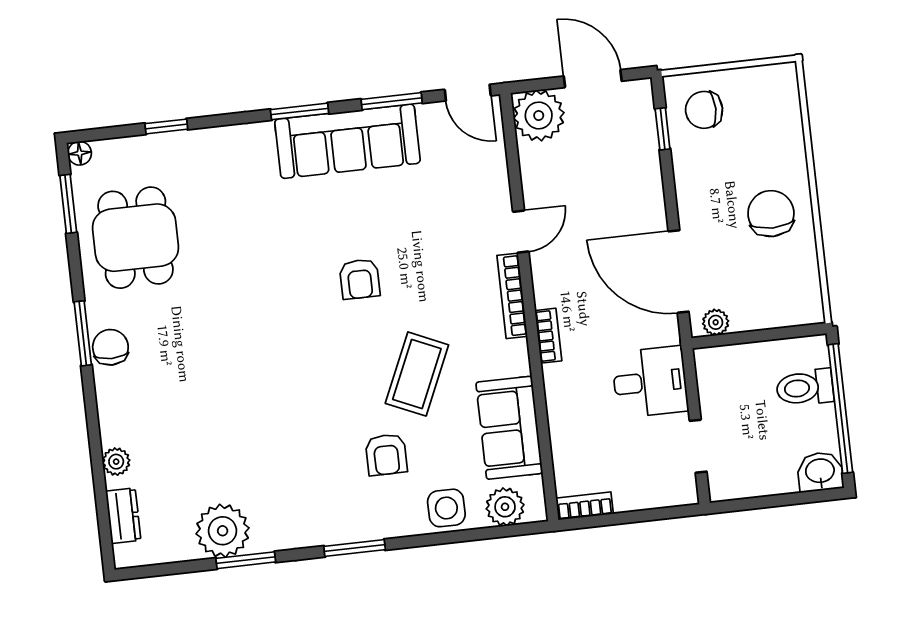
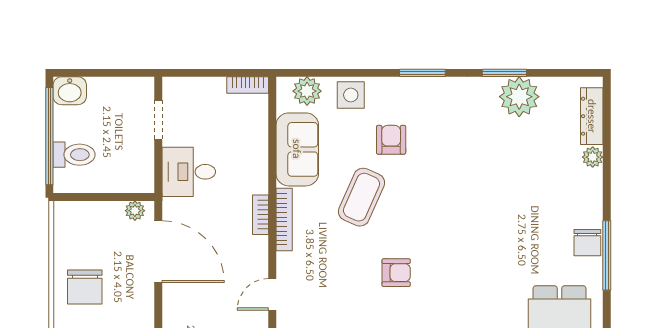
armchair: (360, 279) -> (396, 273), turned 90
bookcase: (512, 296) -> (284, 219), moved
window: (83, 333) -> (607, 255), width x1.44
dresser: (123, 516) -> (592, 116), width x1.44

